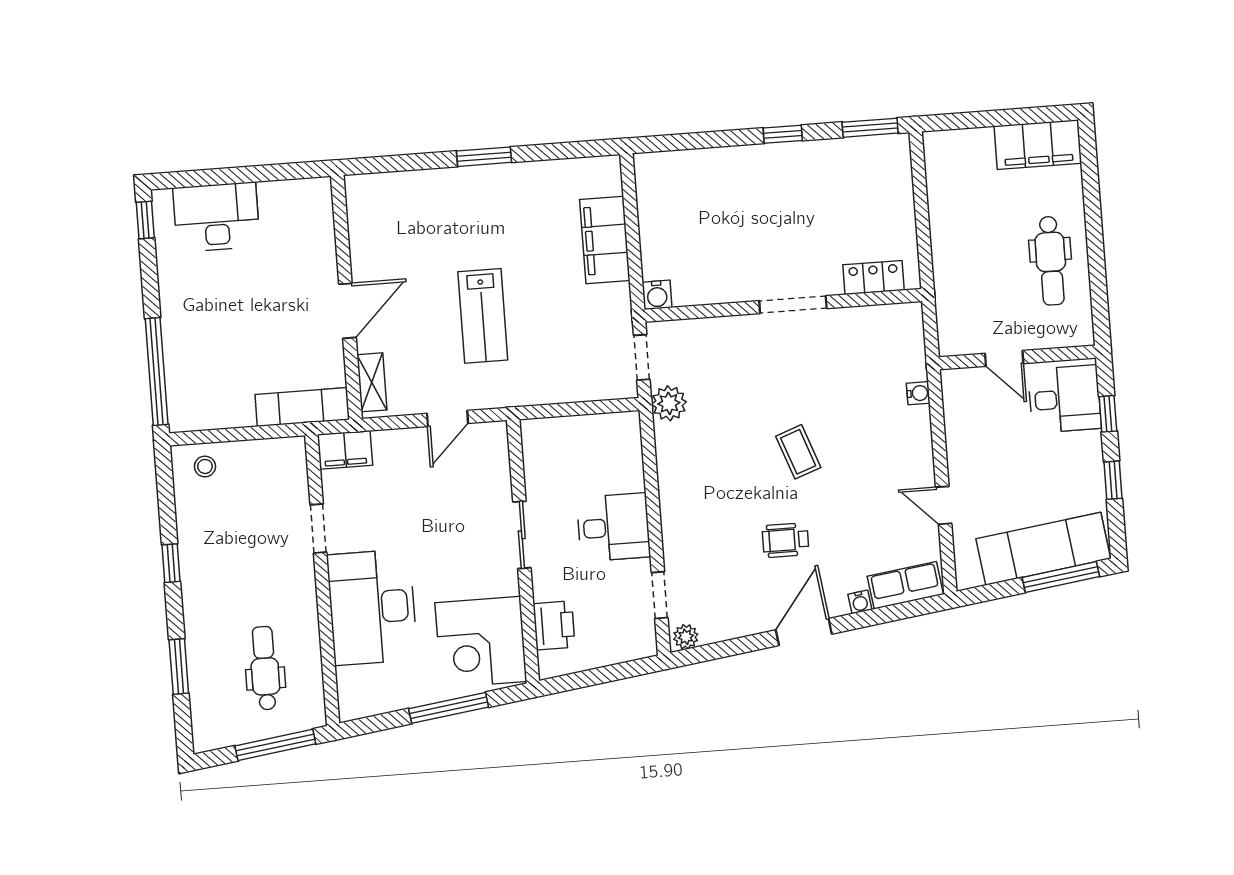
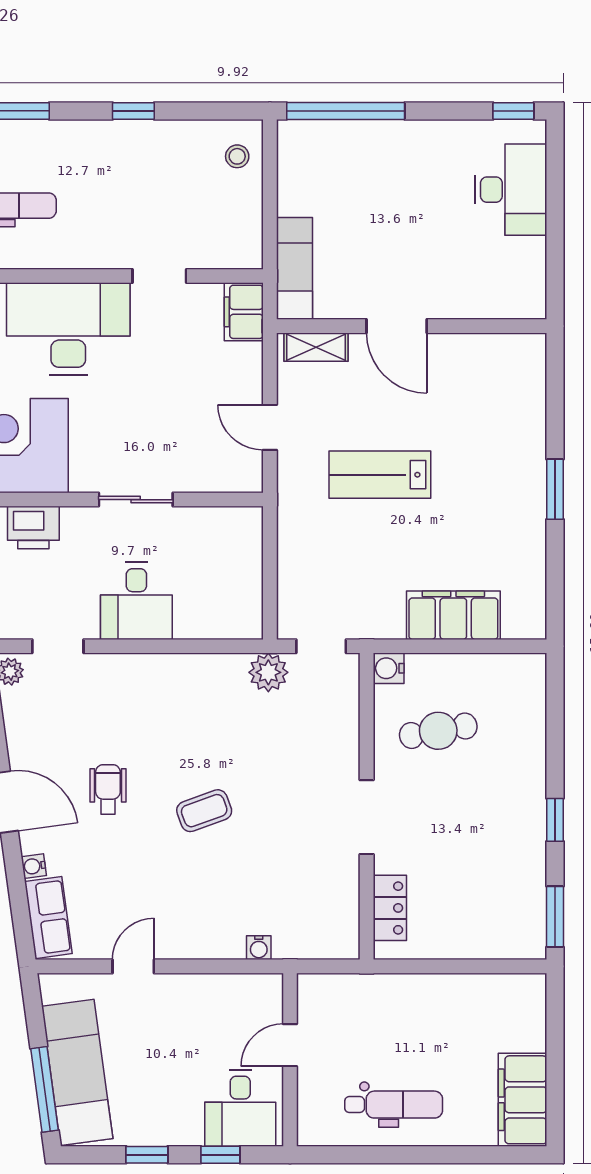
cafe table: (710, 246) -> (438, 731), added
dental chair: (1051, 261) -> (394, 1105), turned 180

